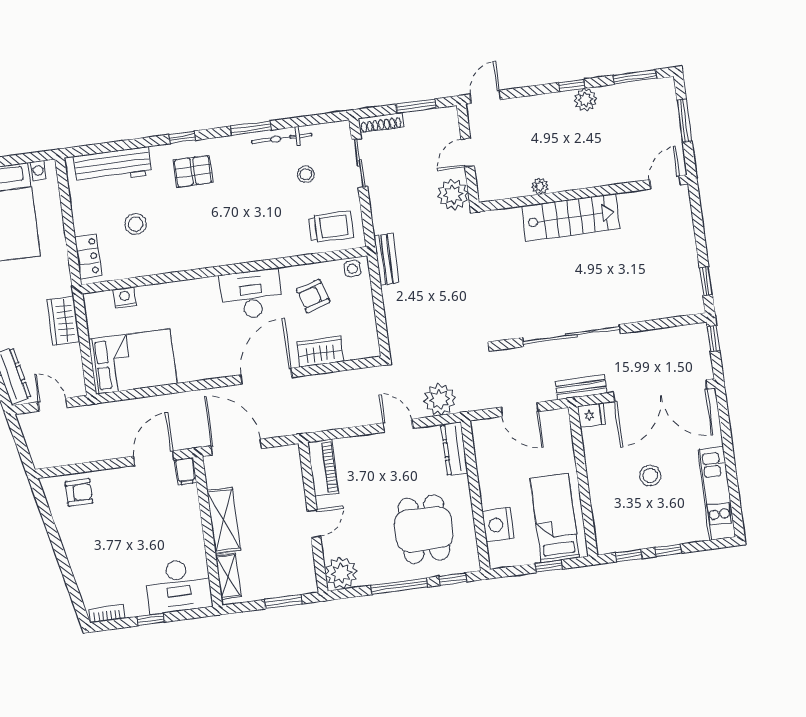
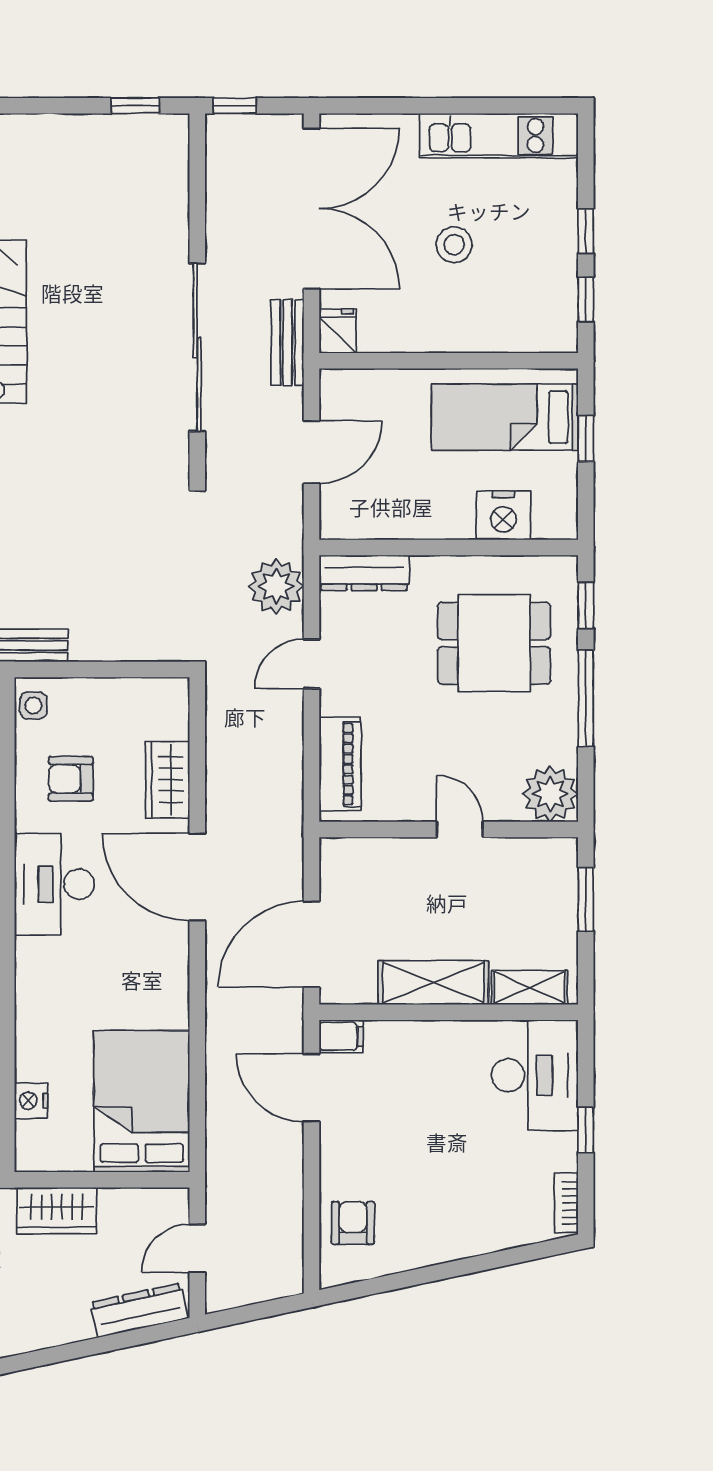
armchair: (313, 296) -> (71, 779), turned 107
piano: (323, 468) -> (340, 764), moved, turned 90

